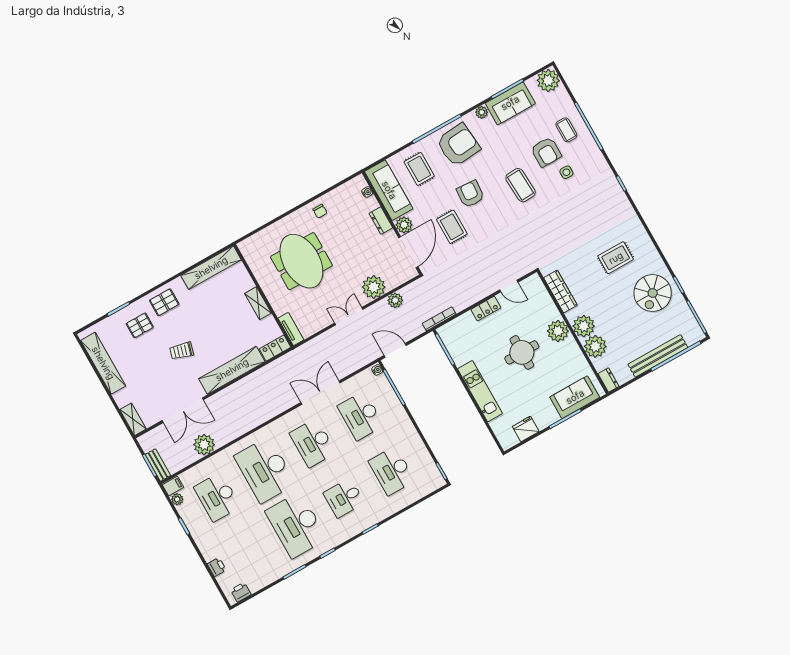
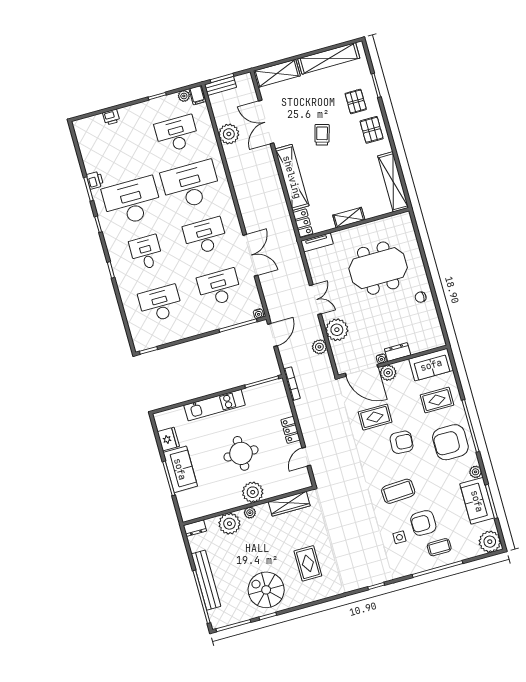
armchair: (458, 145) -> (450, 442), turned 95
sofa: (389, 190) -> (431, 365), width x0.73
water cooler: (367, 192) -> (381, 359), moved
plant: (584, 326) -> (250, 513), width x0.53, depth x0.53
sofa: (575, 397) -> (180, 469), moved
shelving: (133, 419) -> (277, 73), width x1.50, depth x1.33
printer: (241, 592) -> (95, 180), moved

